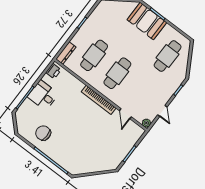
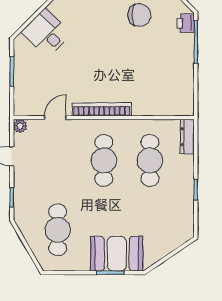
printer: (53, 71) -> (186, 23), moved
desk: (43, 95) -> (46, 33), moved, turned -135
door: (125, 114) -> (55, 118), hinge flipped

